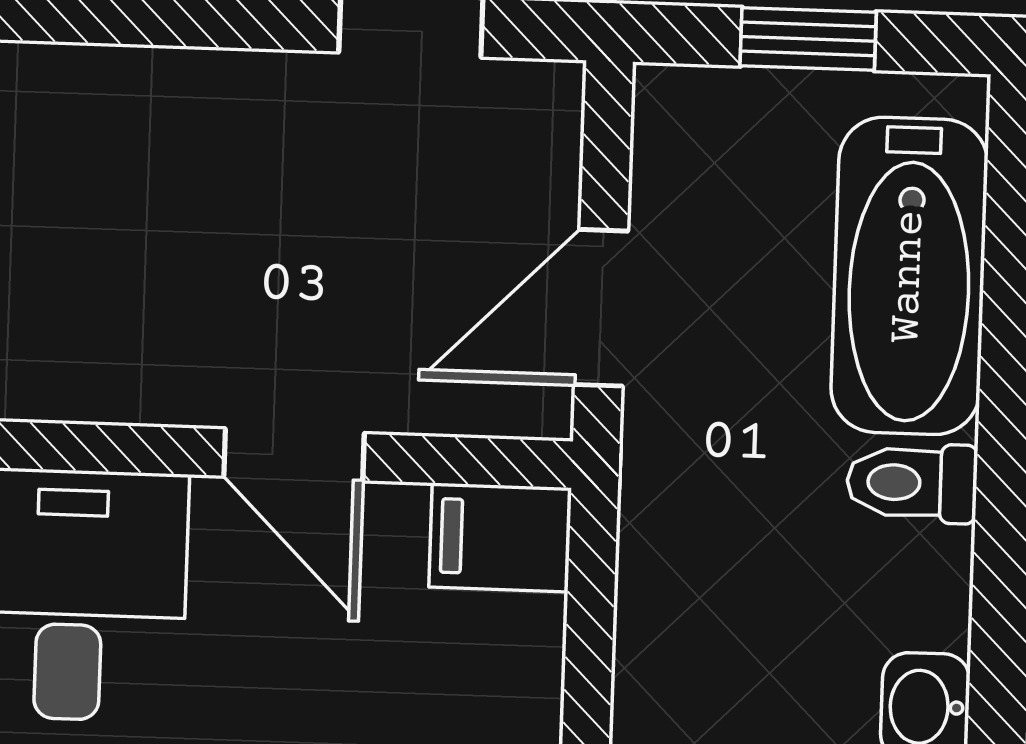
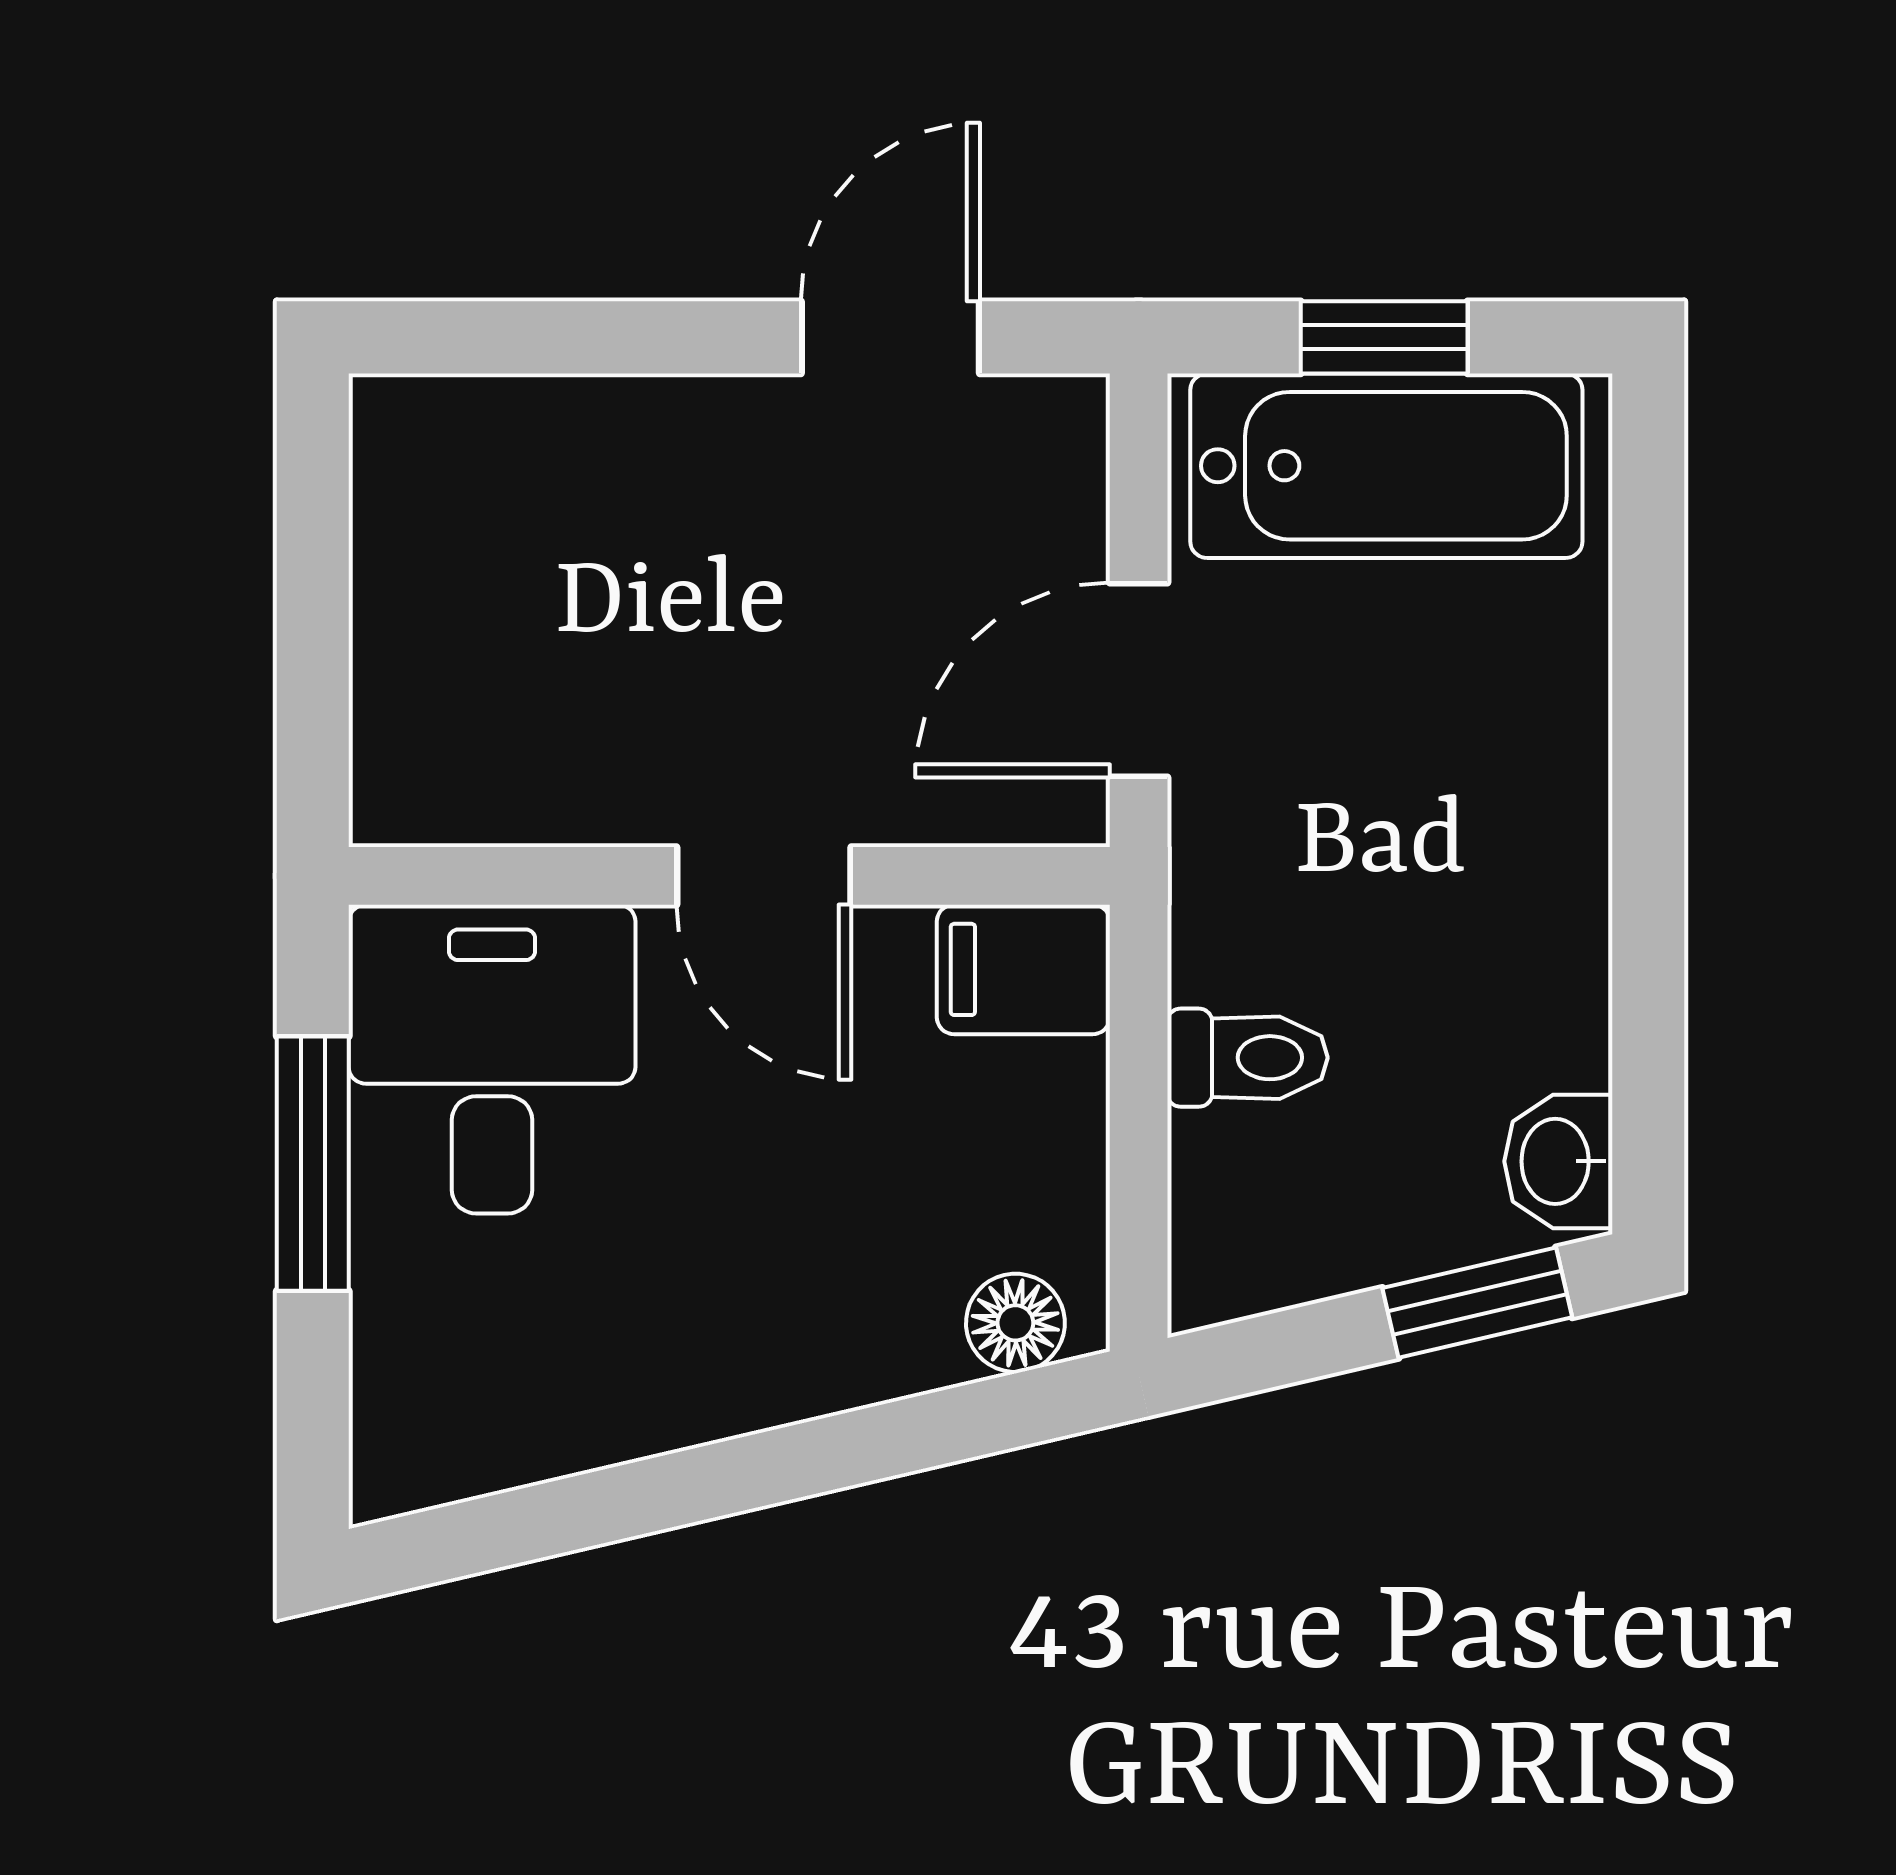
bathtub: (909, 276) -> (1386, 466), moved, turned -90
toilet: (912, 483) -> (1247, 1058), moved, turned 180

